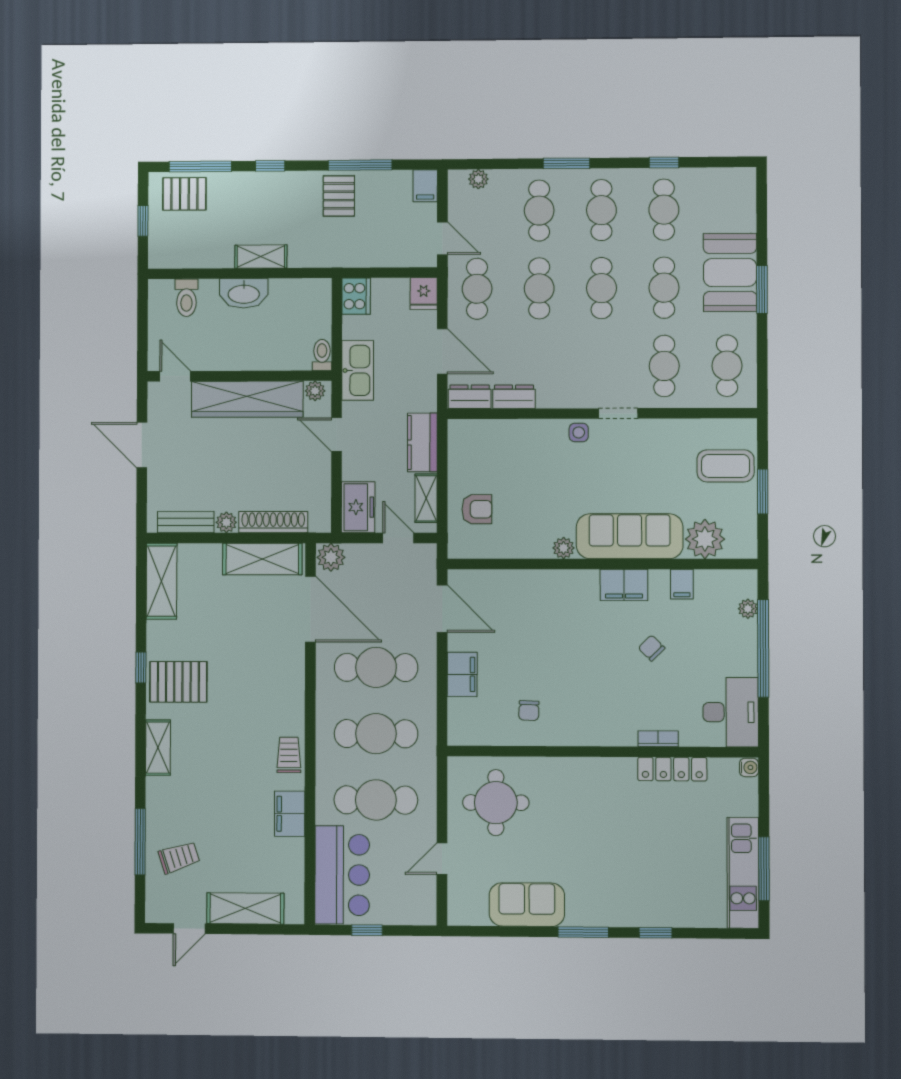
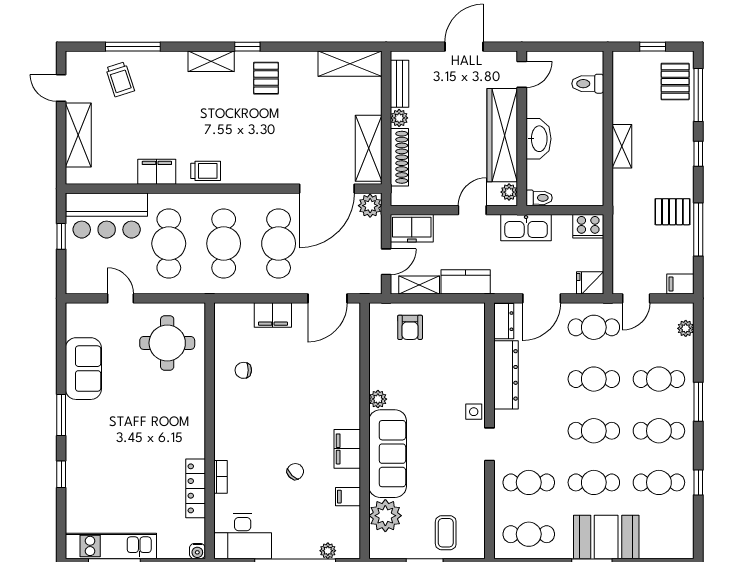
washbasin: (244, 293) -> (538, 139), moved, turned 180
dresser: (514, 397) -> (506, 375), width x1.96, depth x1.24
coffee table: (726, 466) -> (446, 533), width x0.73, depth x0.77
window: (141, 667) -> (247, 47), moved
pallet: (178, 682) -> (266, 78), width x0.67, depth x0.71

